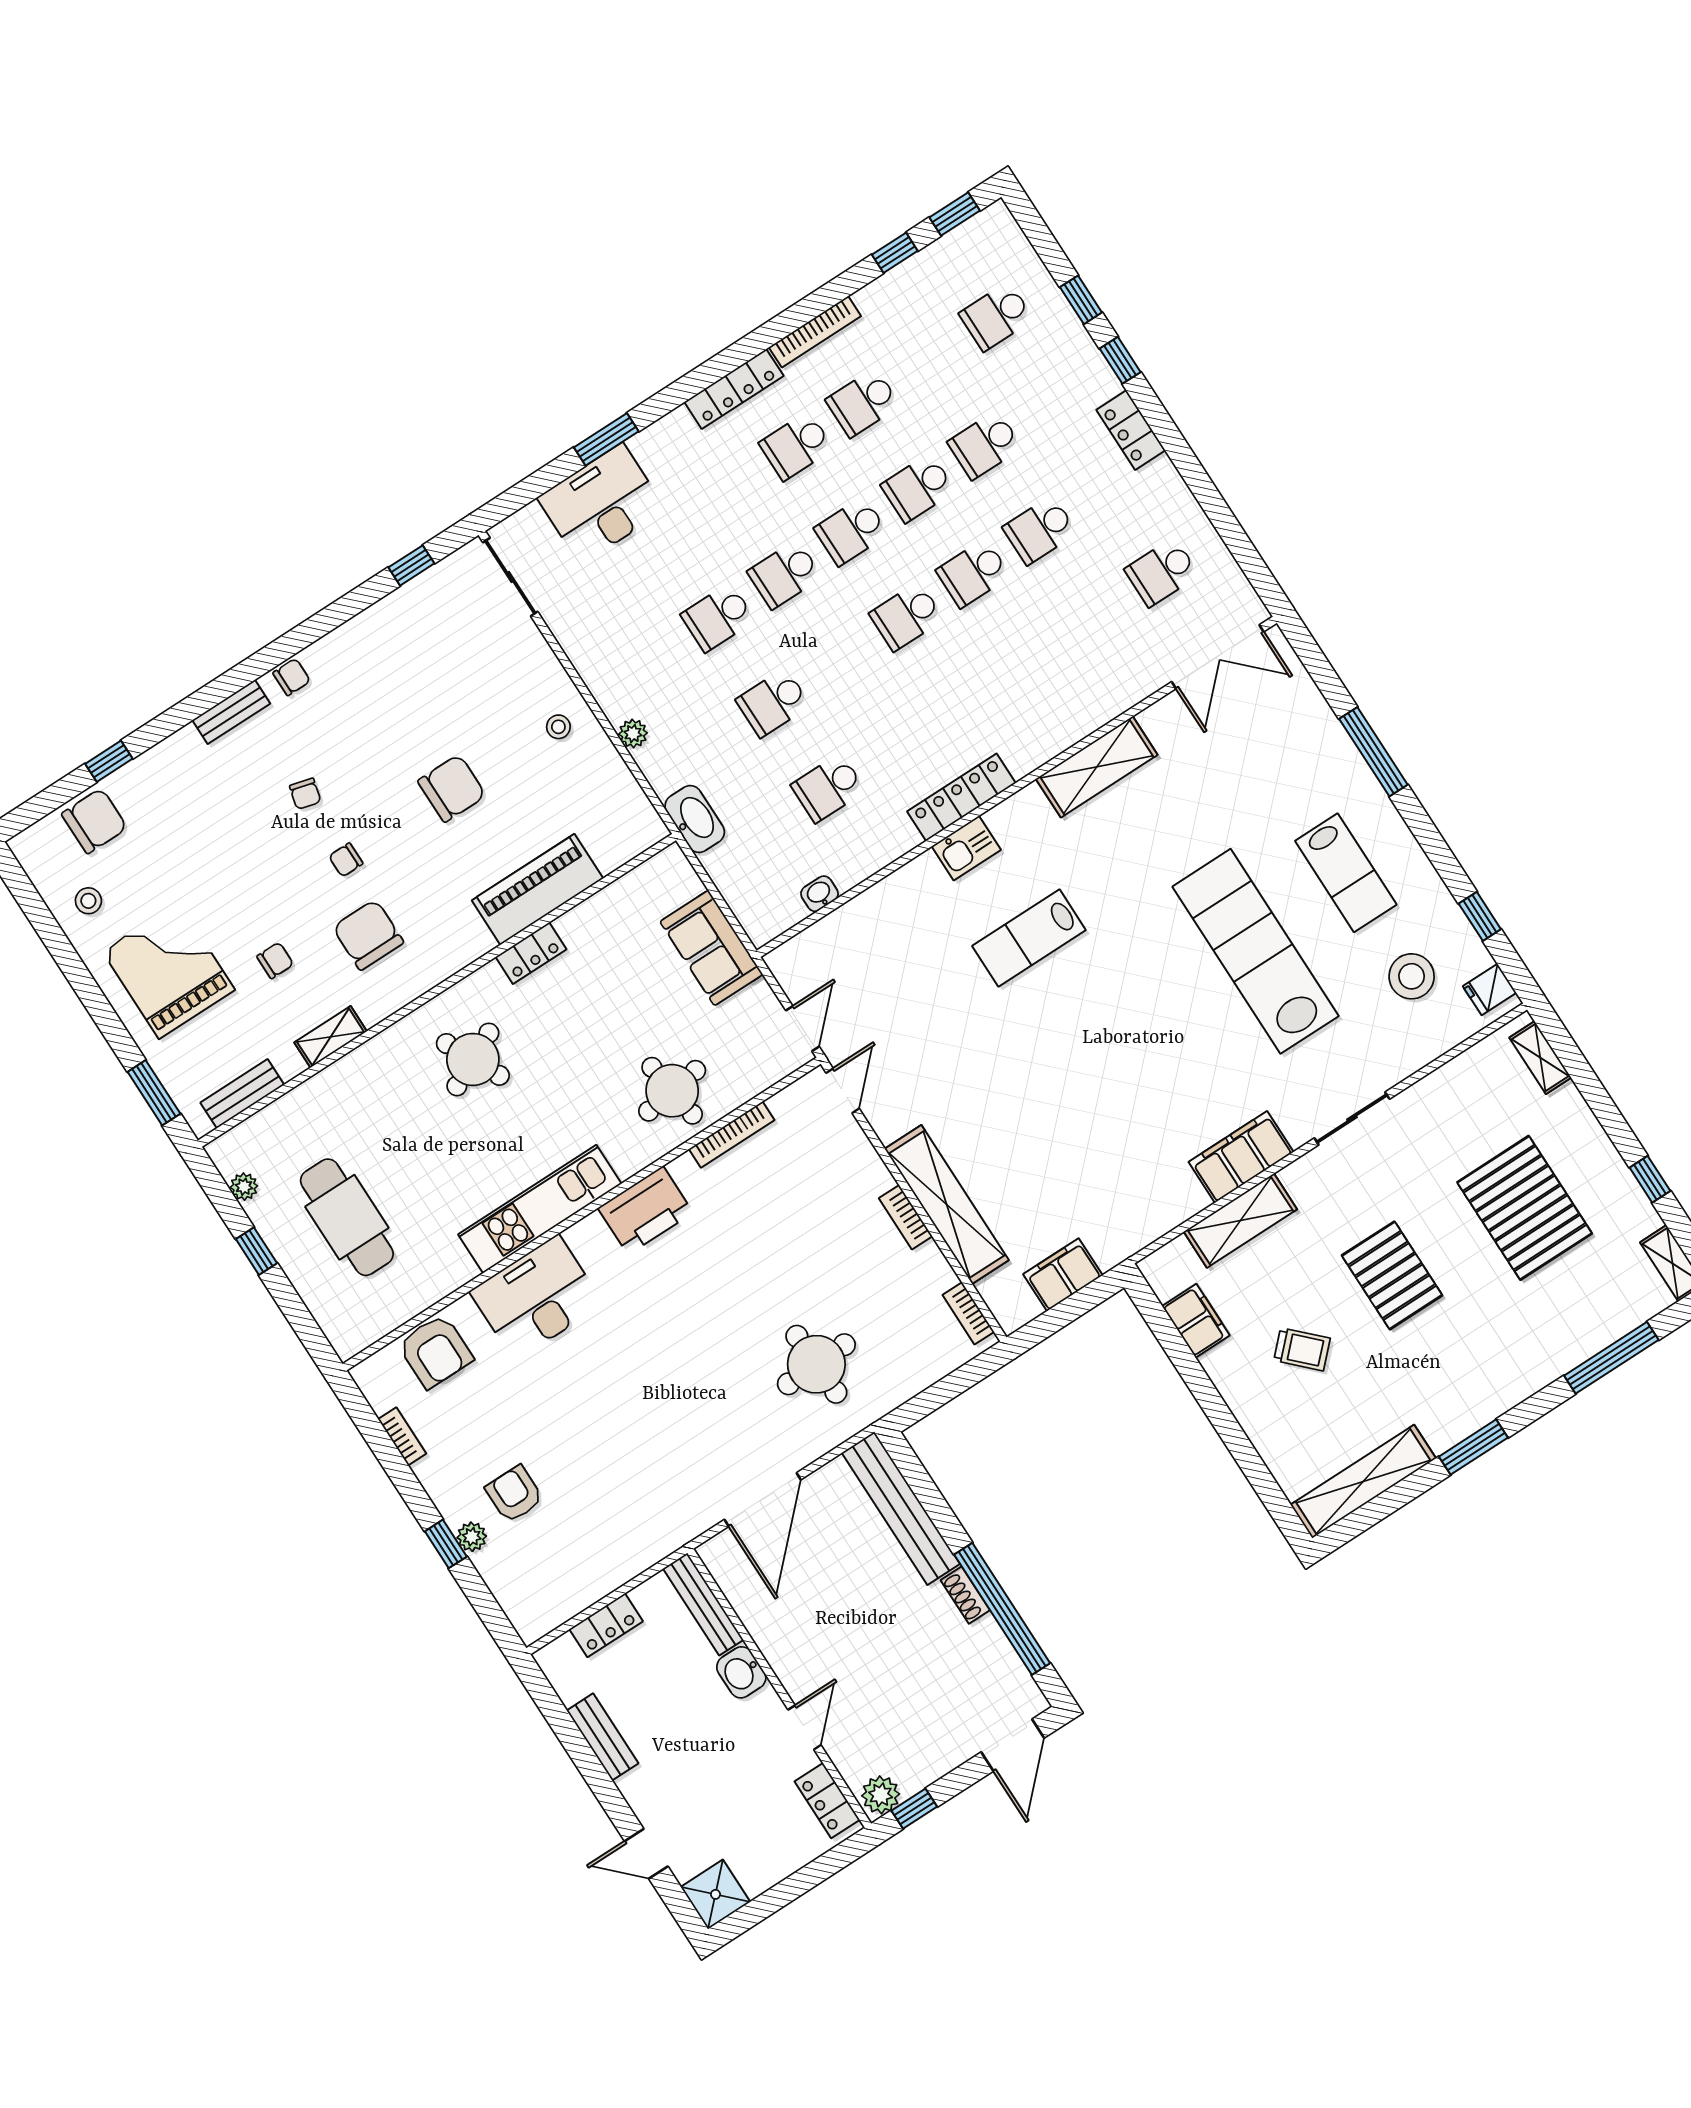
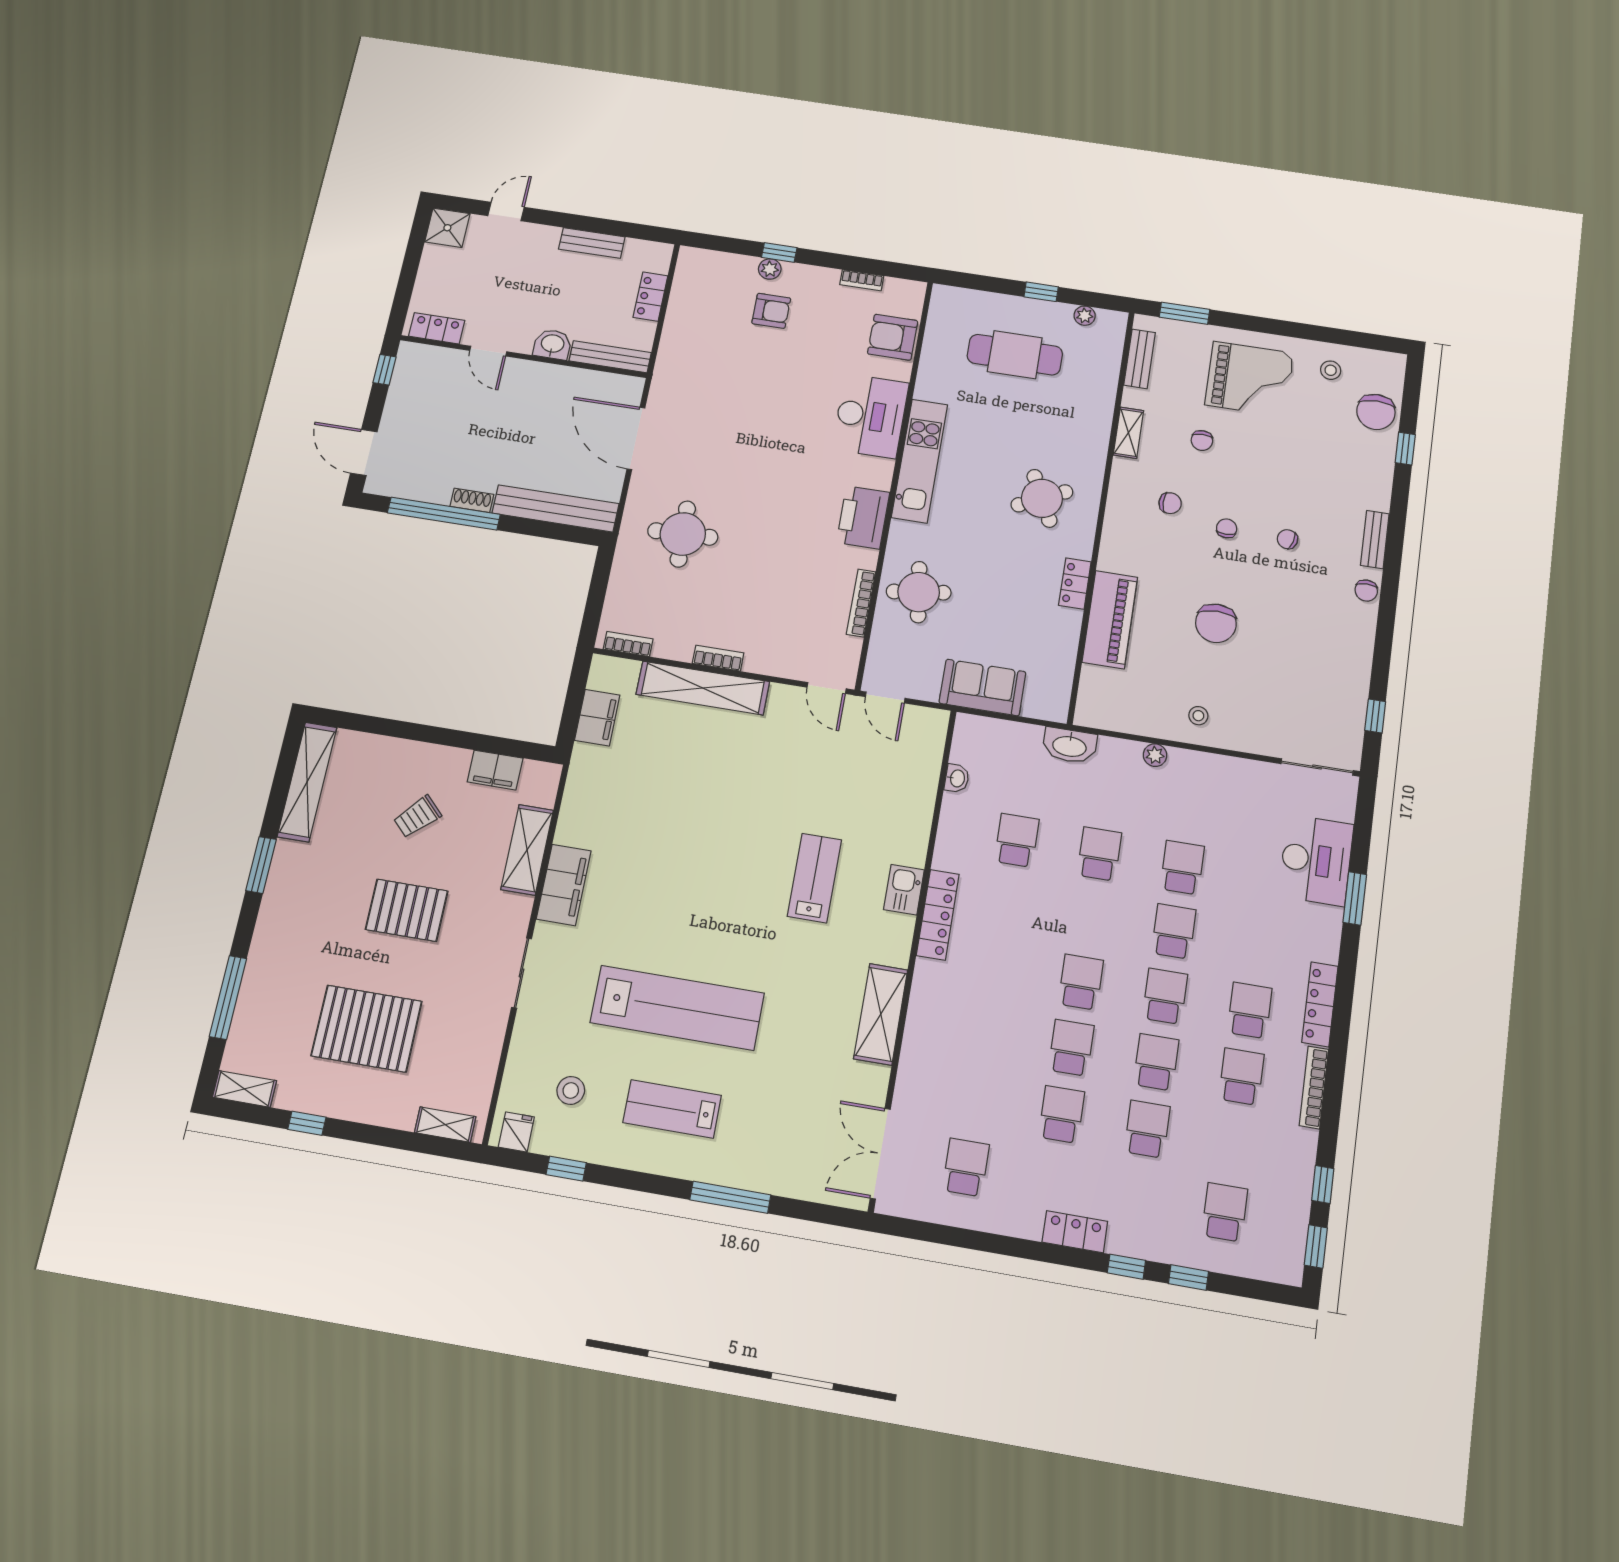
chair: (368, 935) -> (1170, 503), width x0.54, depth x0.54
stool: (1412, 976) -> (571, 1090), width x0.73, depth x0.73
plant: (881, 1795) -> (410, 359), removed

